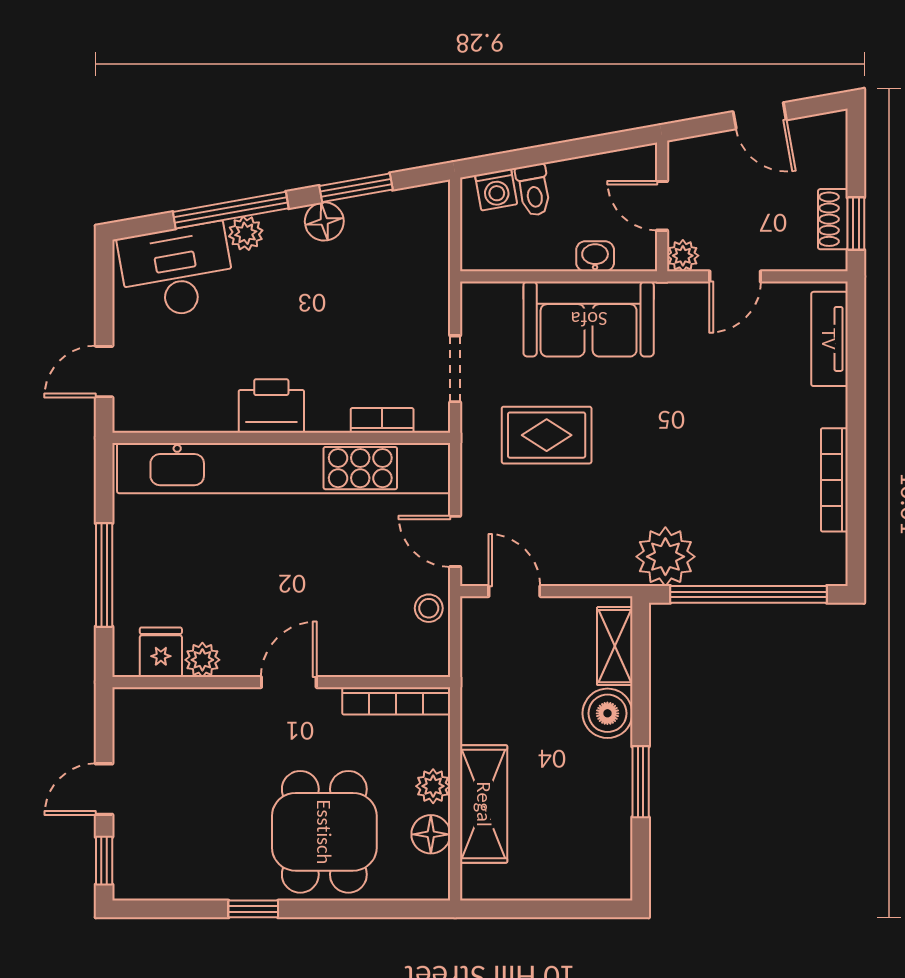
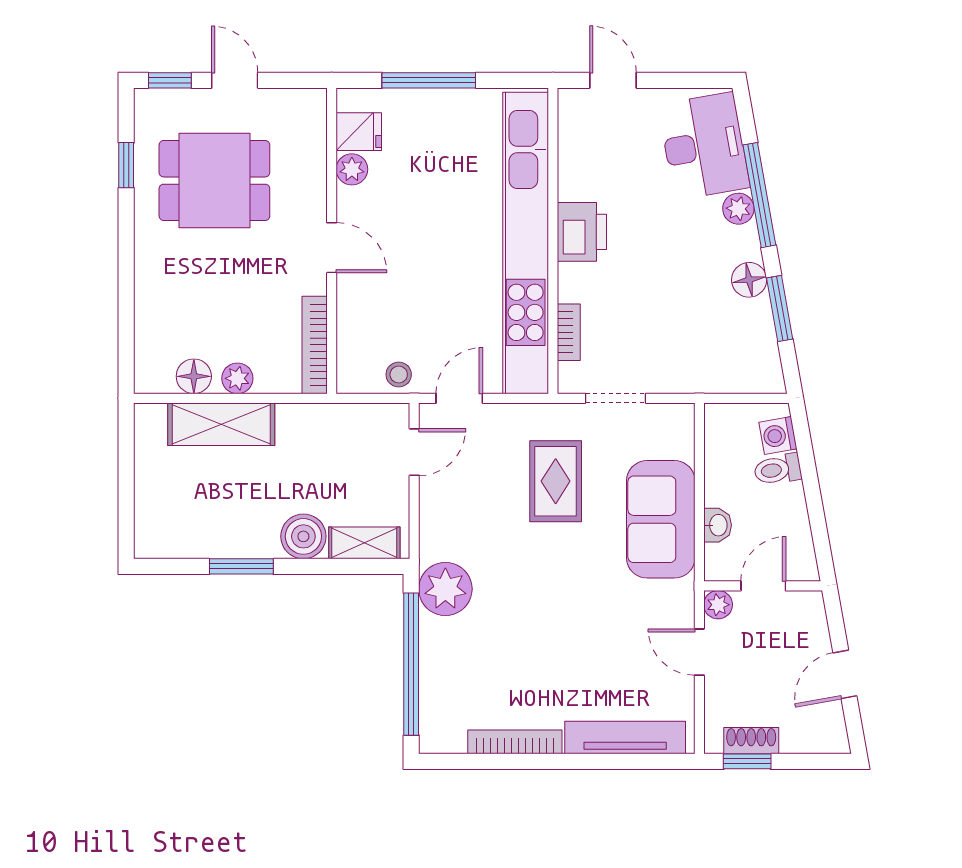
tv unit: (829, 339) -> (625, 738), width x1.41
dining table: (324, 832) -> (214, 181), moved
window: (253, 909) -> (126, 165), moved

